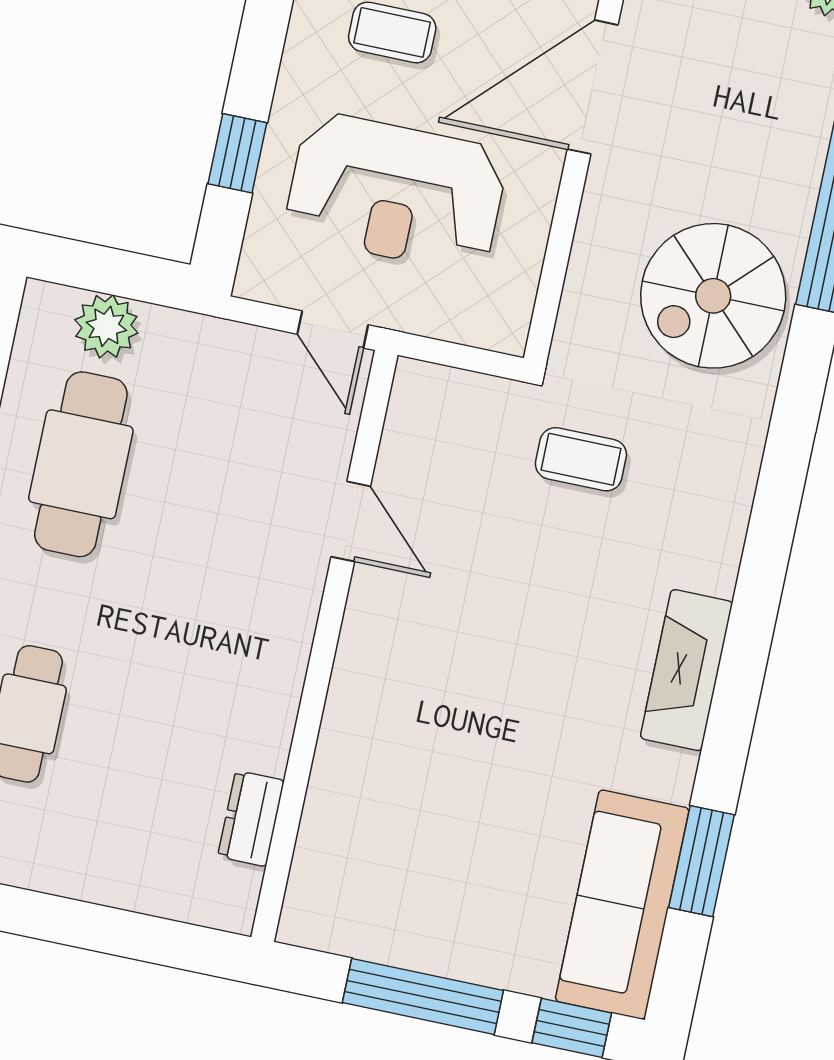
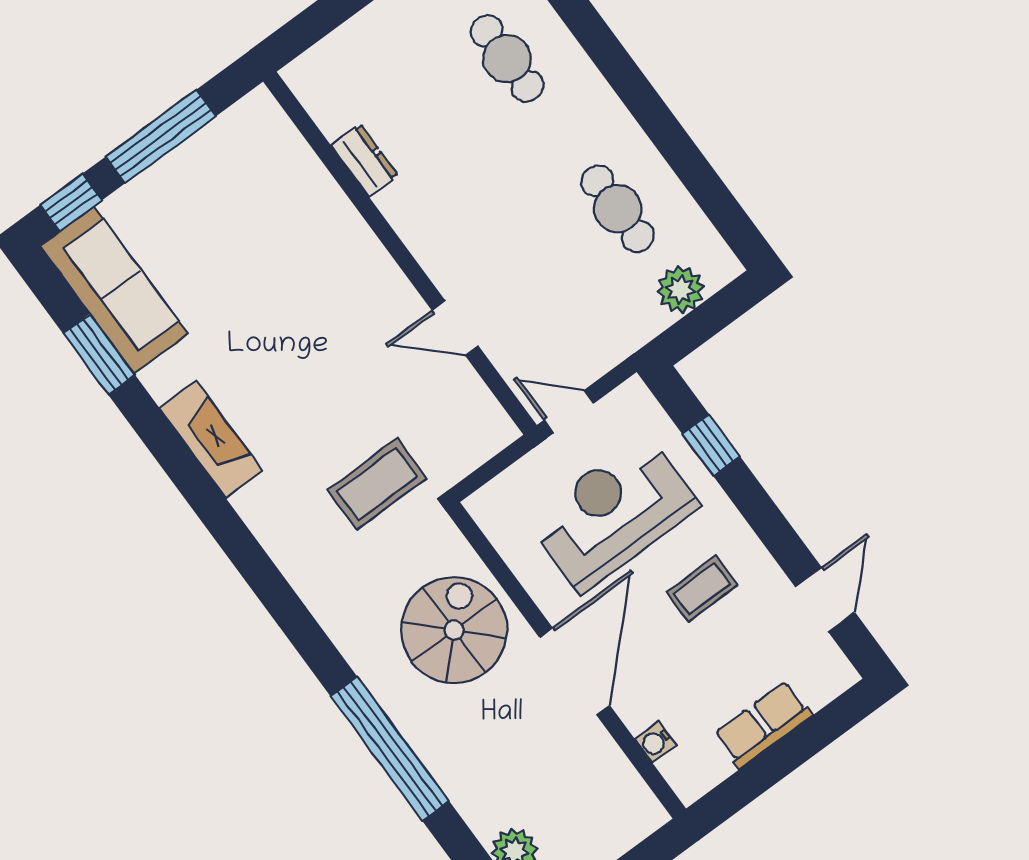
spiral stairs: (713, 296) -> (454, 630), moved
coffee table: (581, 459) -> (377, 484), width x1.36, depth x1.30
cafe table: (81, 464) -> (618, 209), width x0.73, depth x0.74
dresser: (251, 819) -> (365, 160), moved

